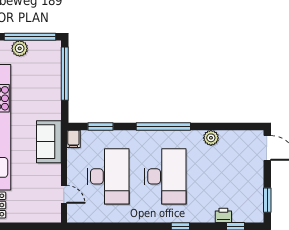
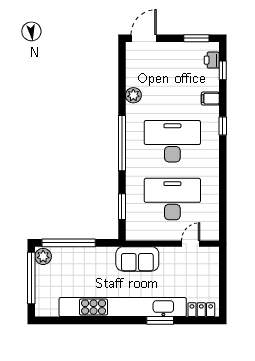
plant: (20, 48) -> (43, 256), moved
filing cabinet: (73, 139) -> (210, 99), moved, turned 180
printer: (223, 215) -> (212, 60), moved

